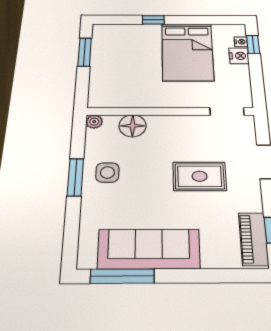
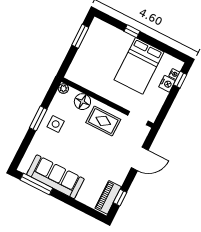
rug: (200, 176) -> (103, 121), moved

